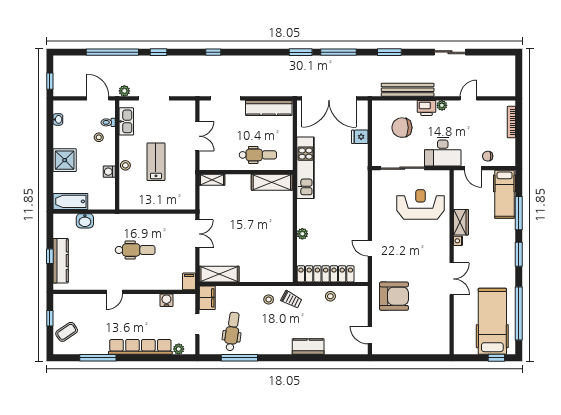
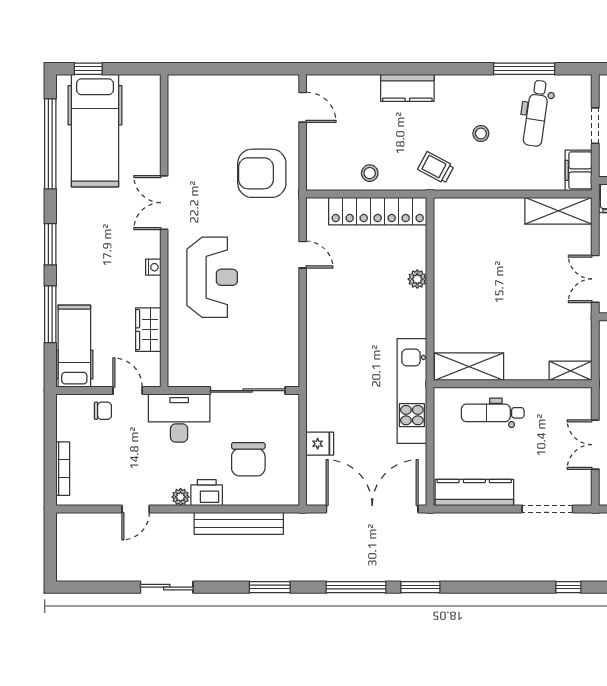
chair: (402, 128) -> (248, 459), turned 90
reception desk: (421, 205) -> (212, 277), moved, turned -90
wardrobe: (461, 222) -> (148, 330), moved
stool: (269, 300) -> (481, 133), moved

